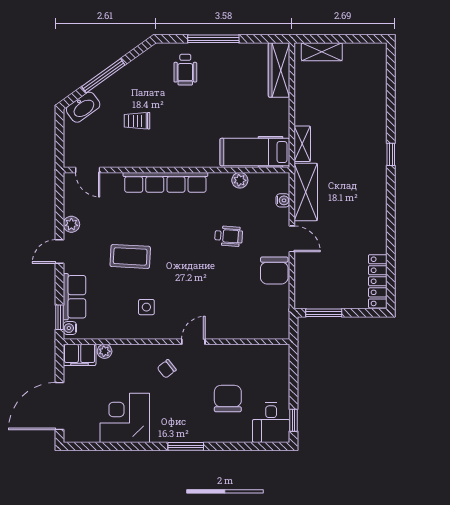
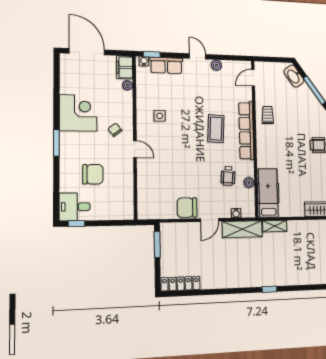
trolley: (137, 121) -> (268, 115), moved
wheelchair: (229, 236) -> (228, 176), moved
coffee table: (130, 256) -> (216, 129), moved
corner desk: (125, 418) -> (78, 113), moved

